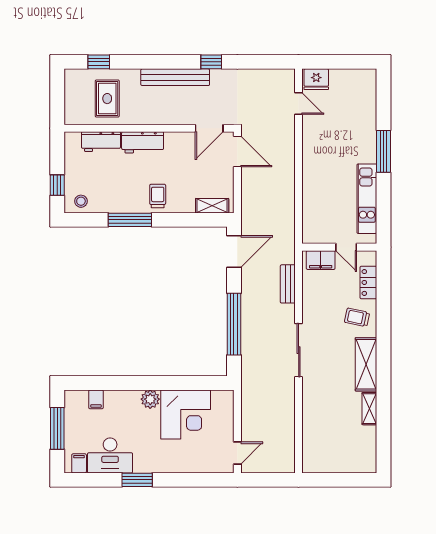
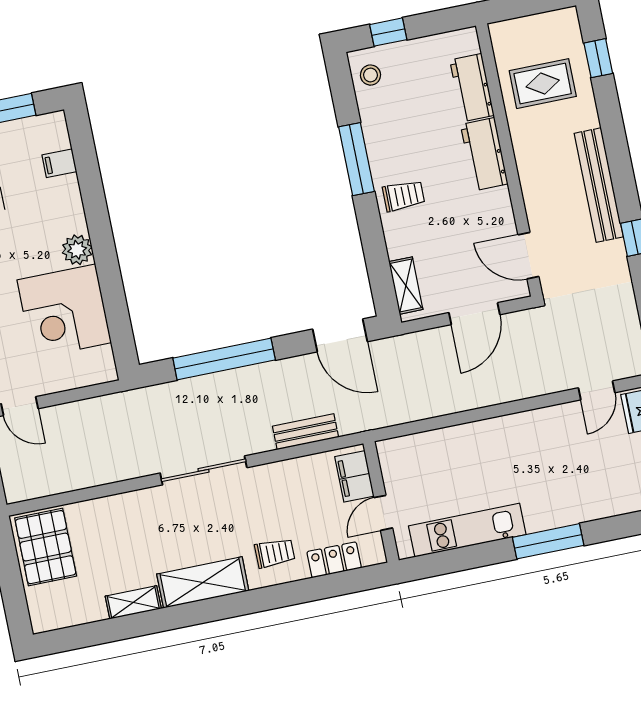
door: (237, 152) -> (474, 314), moved
trolley: (357, 317) -> (275, 553), turned 78
pallet: (325, 455) -> (46, 547), added

